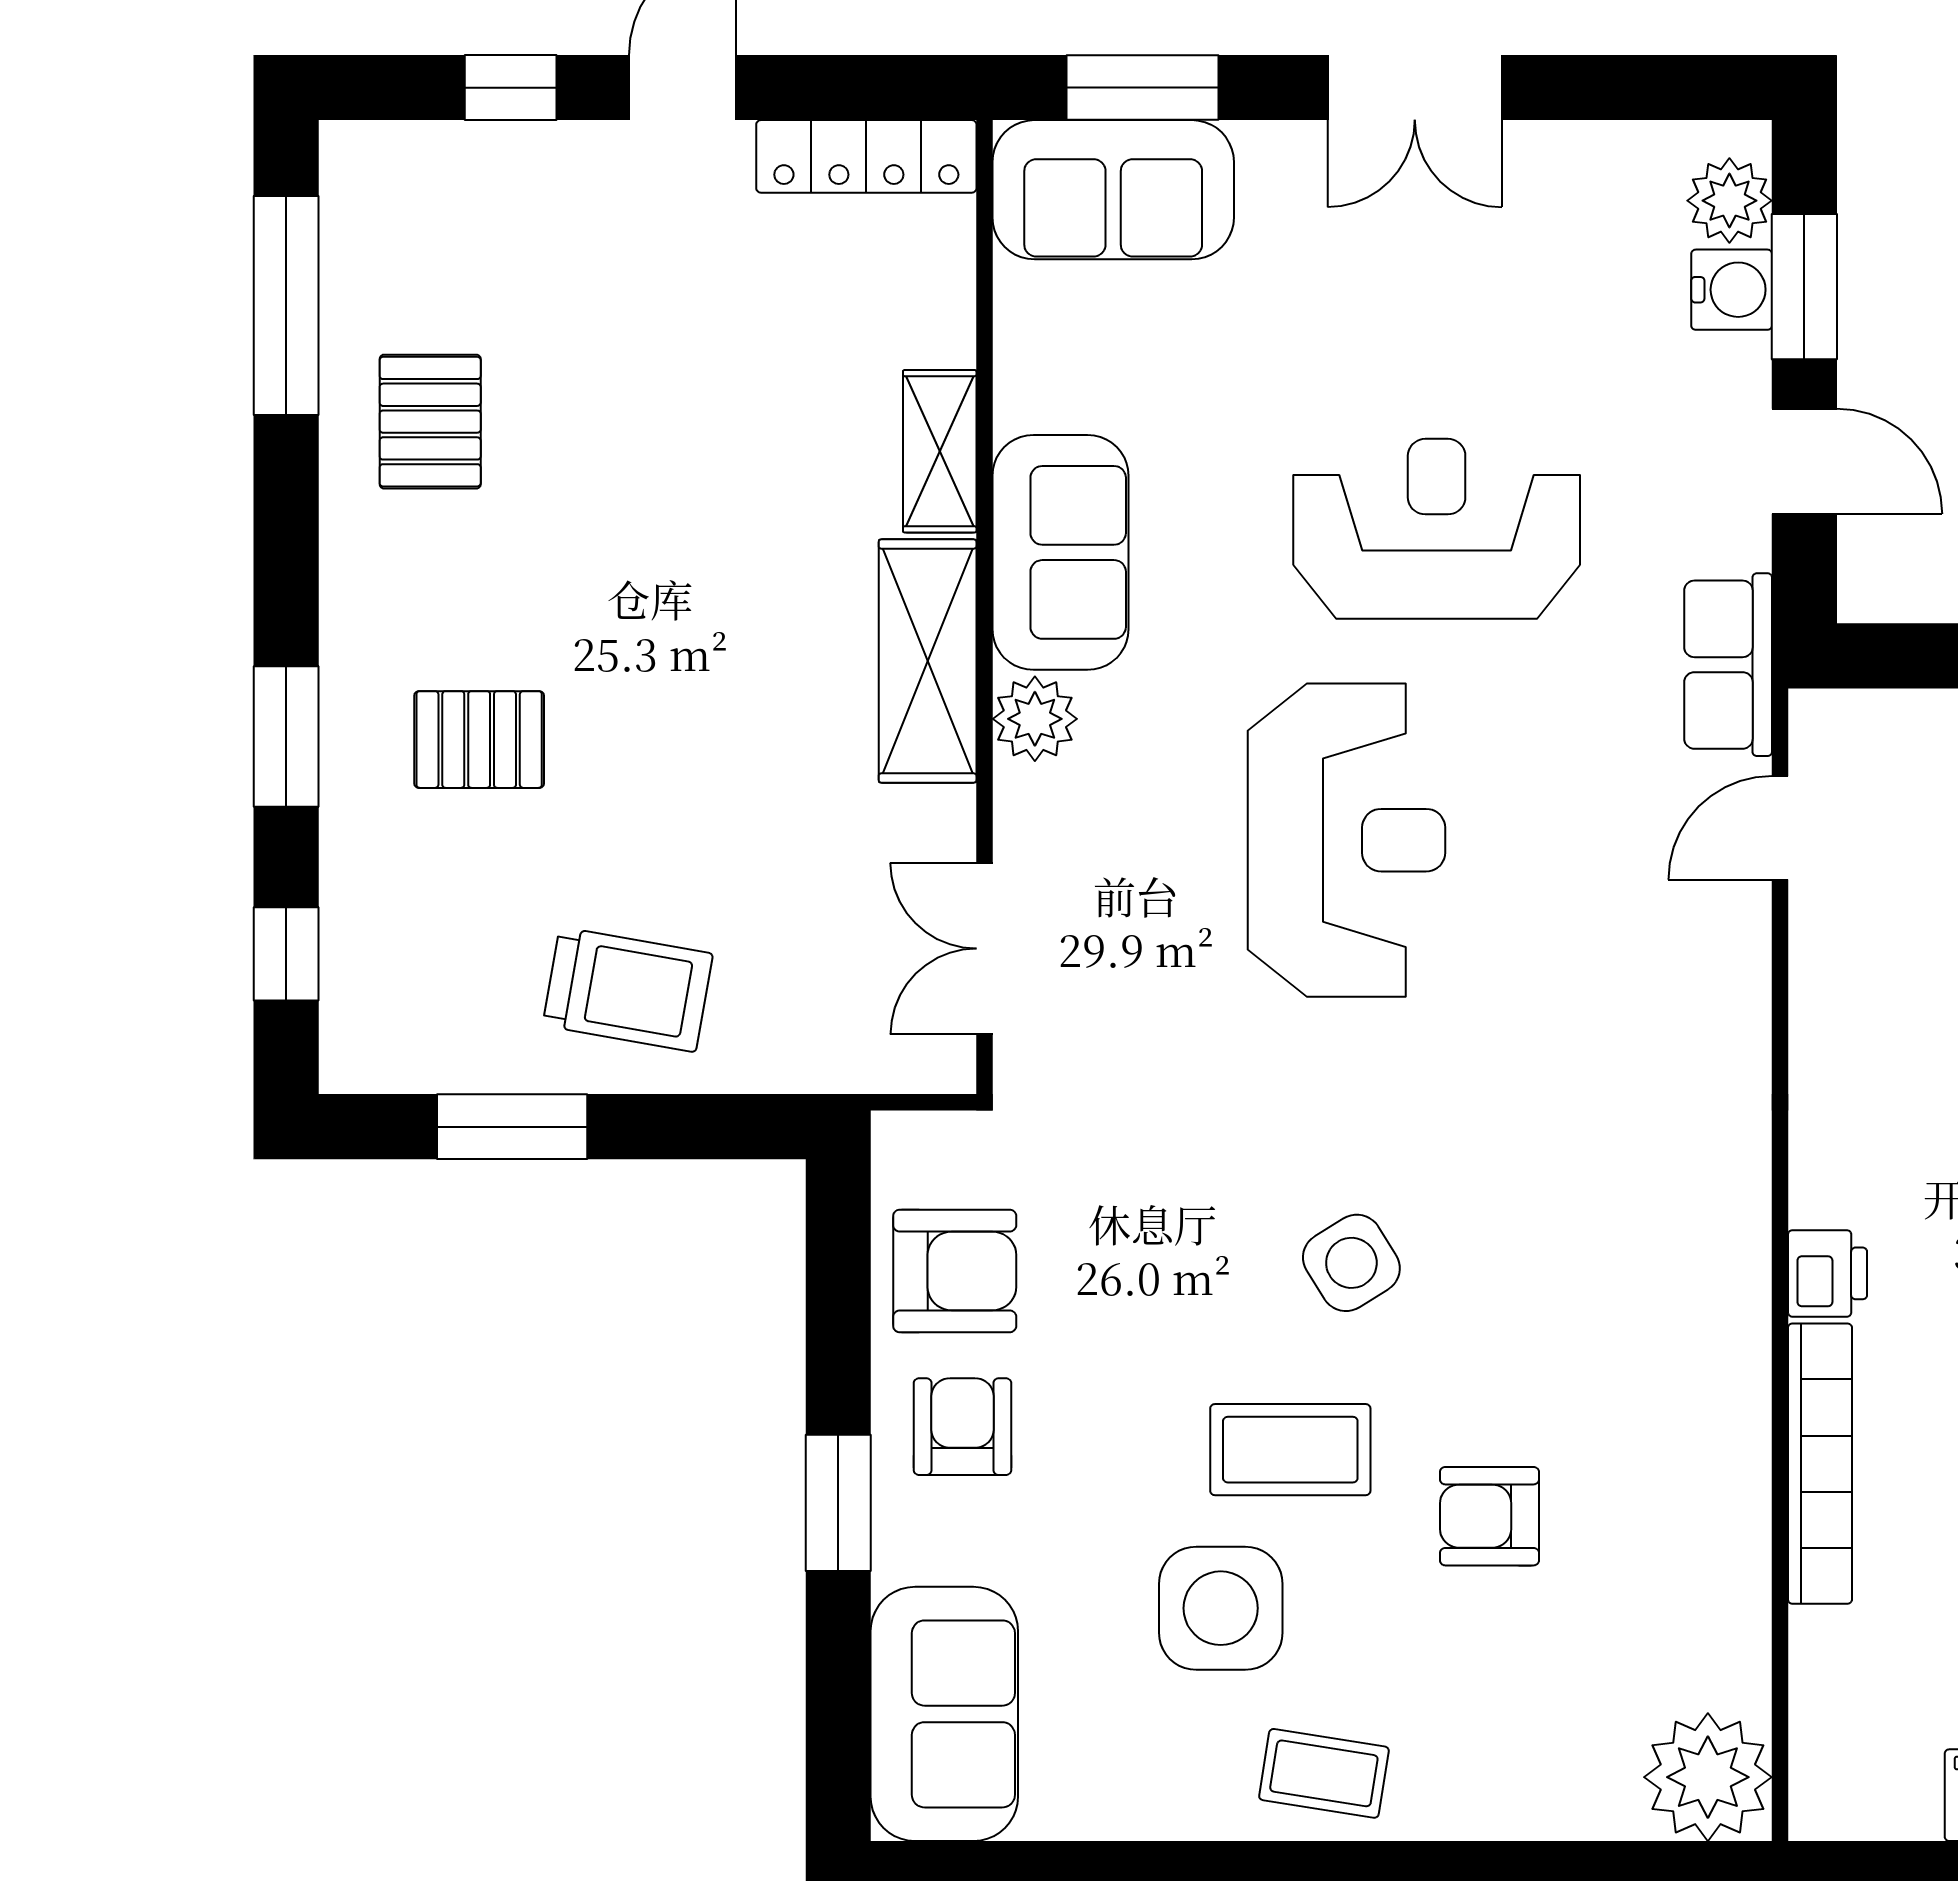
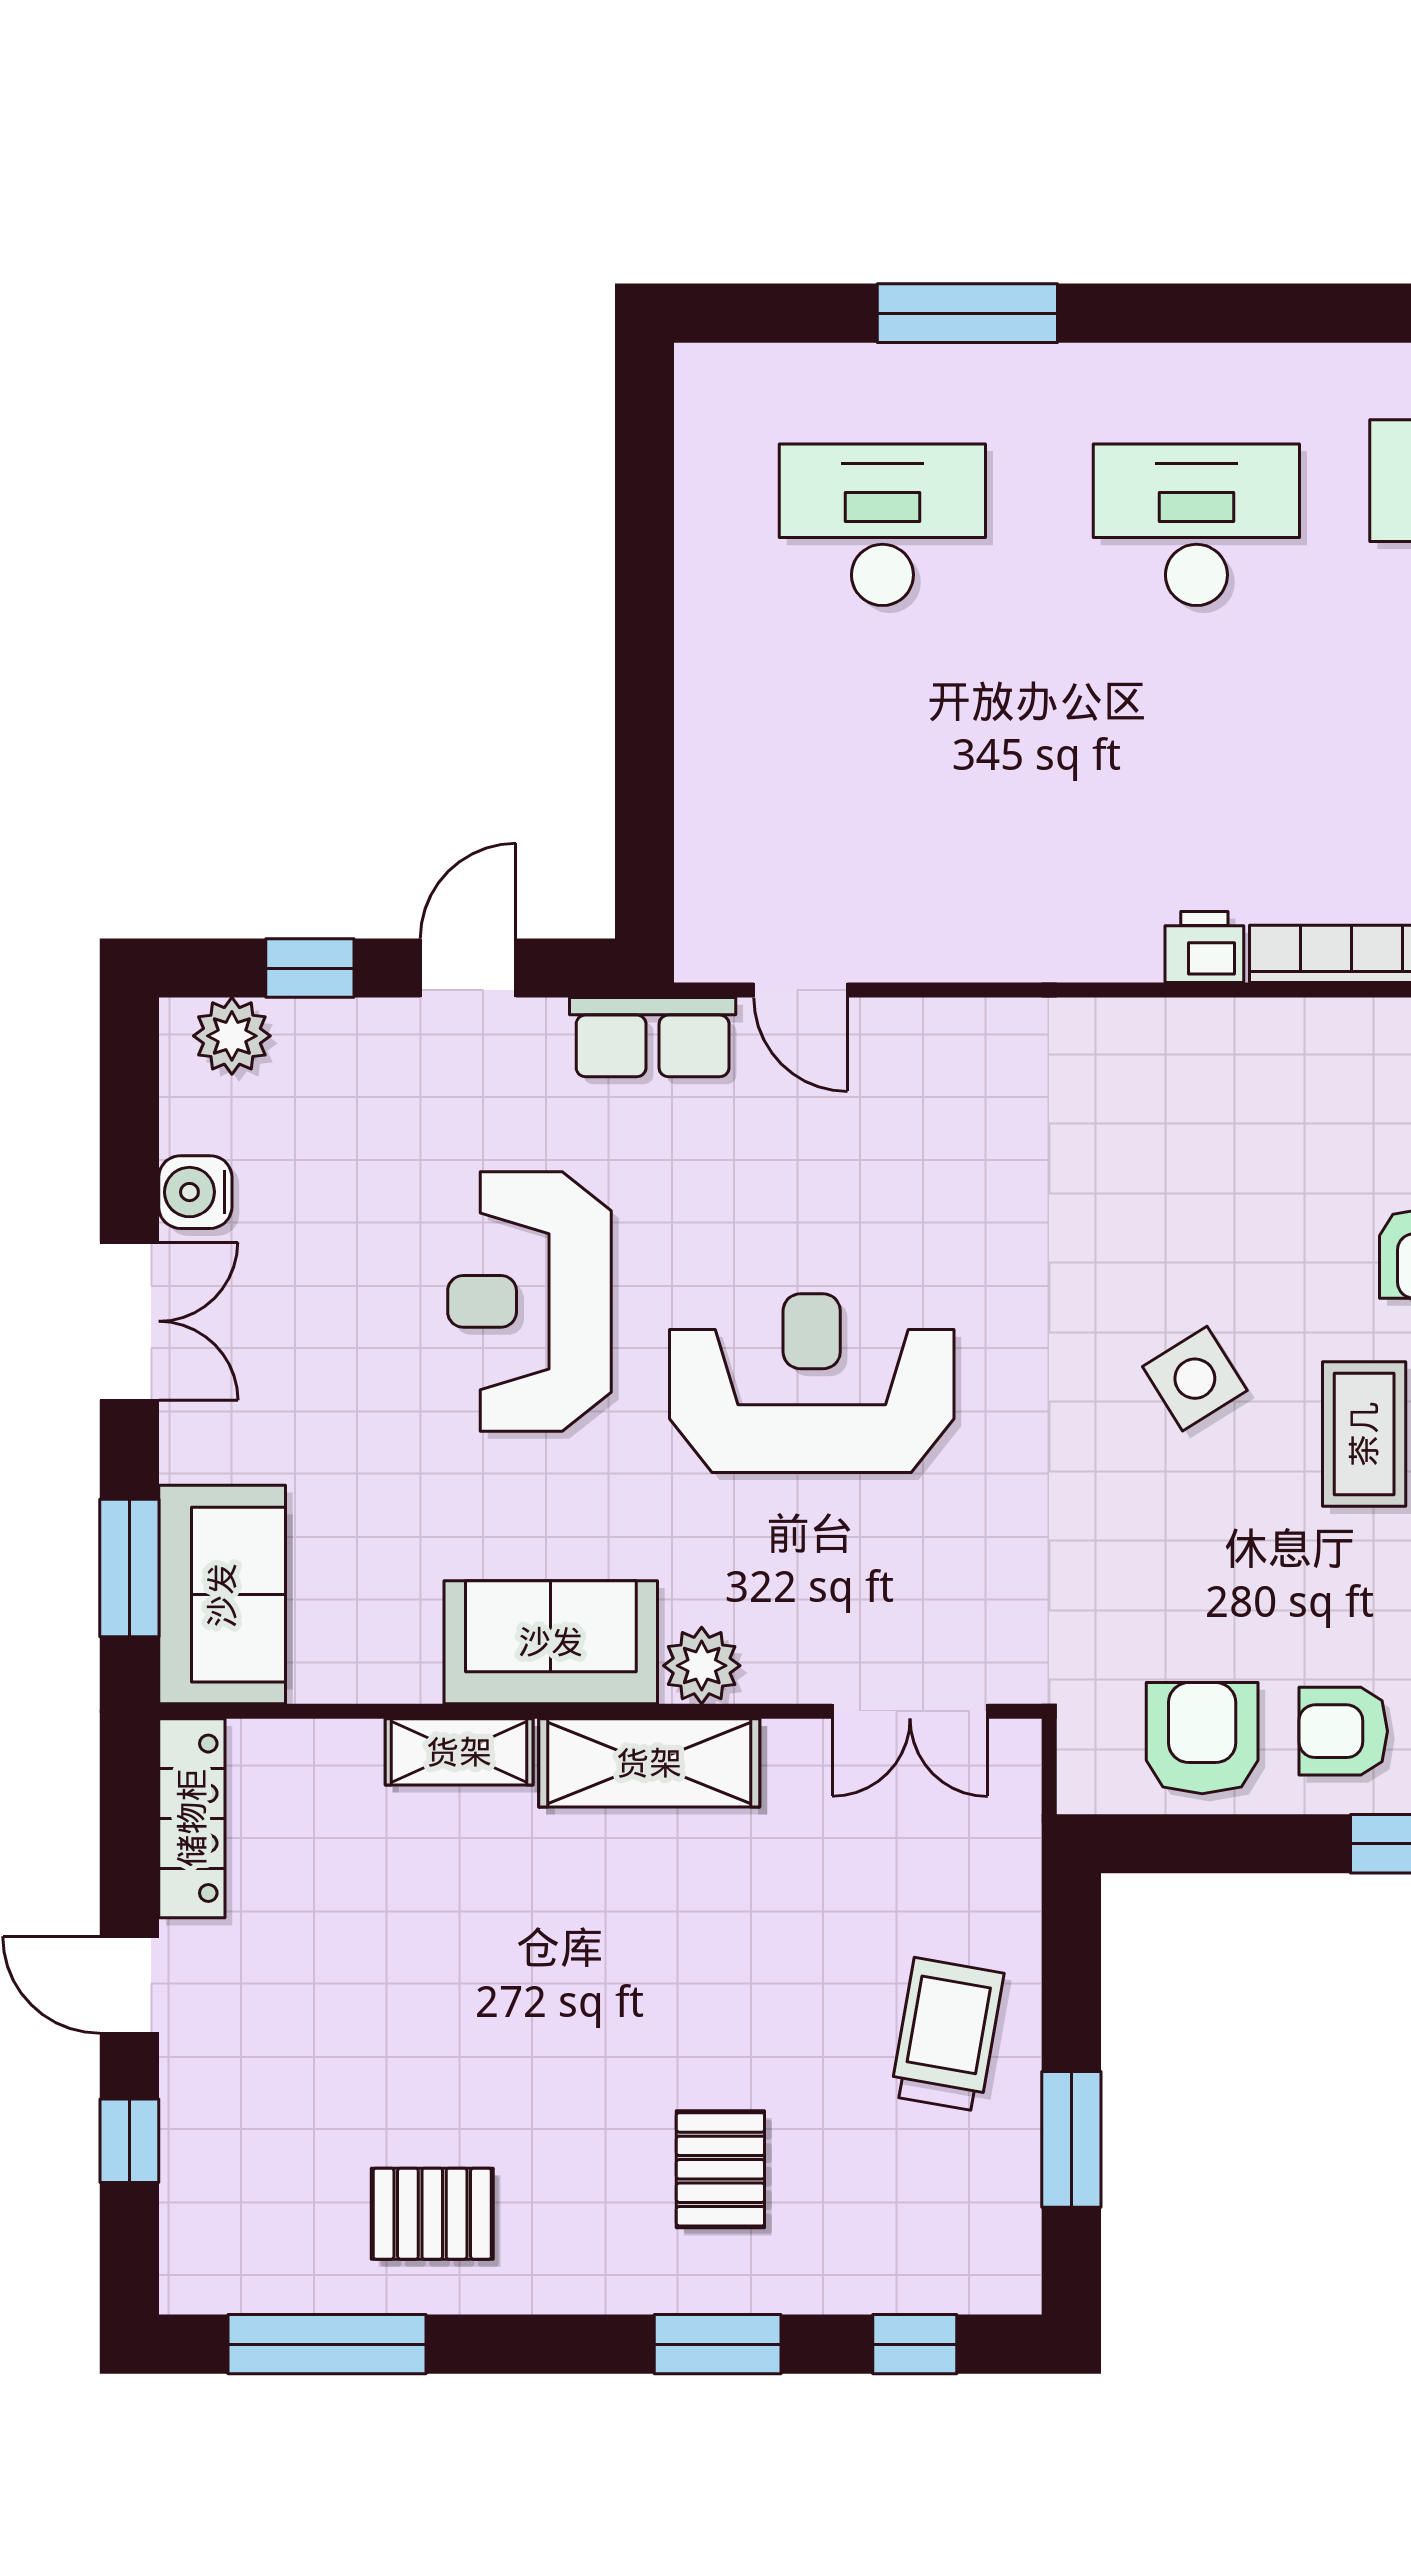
window: (1804, 287) -> (310, 968), width x0.67
water cooler: (1732, 290) -> (195, 1192), moved, turned -90

